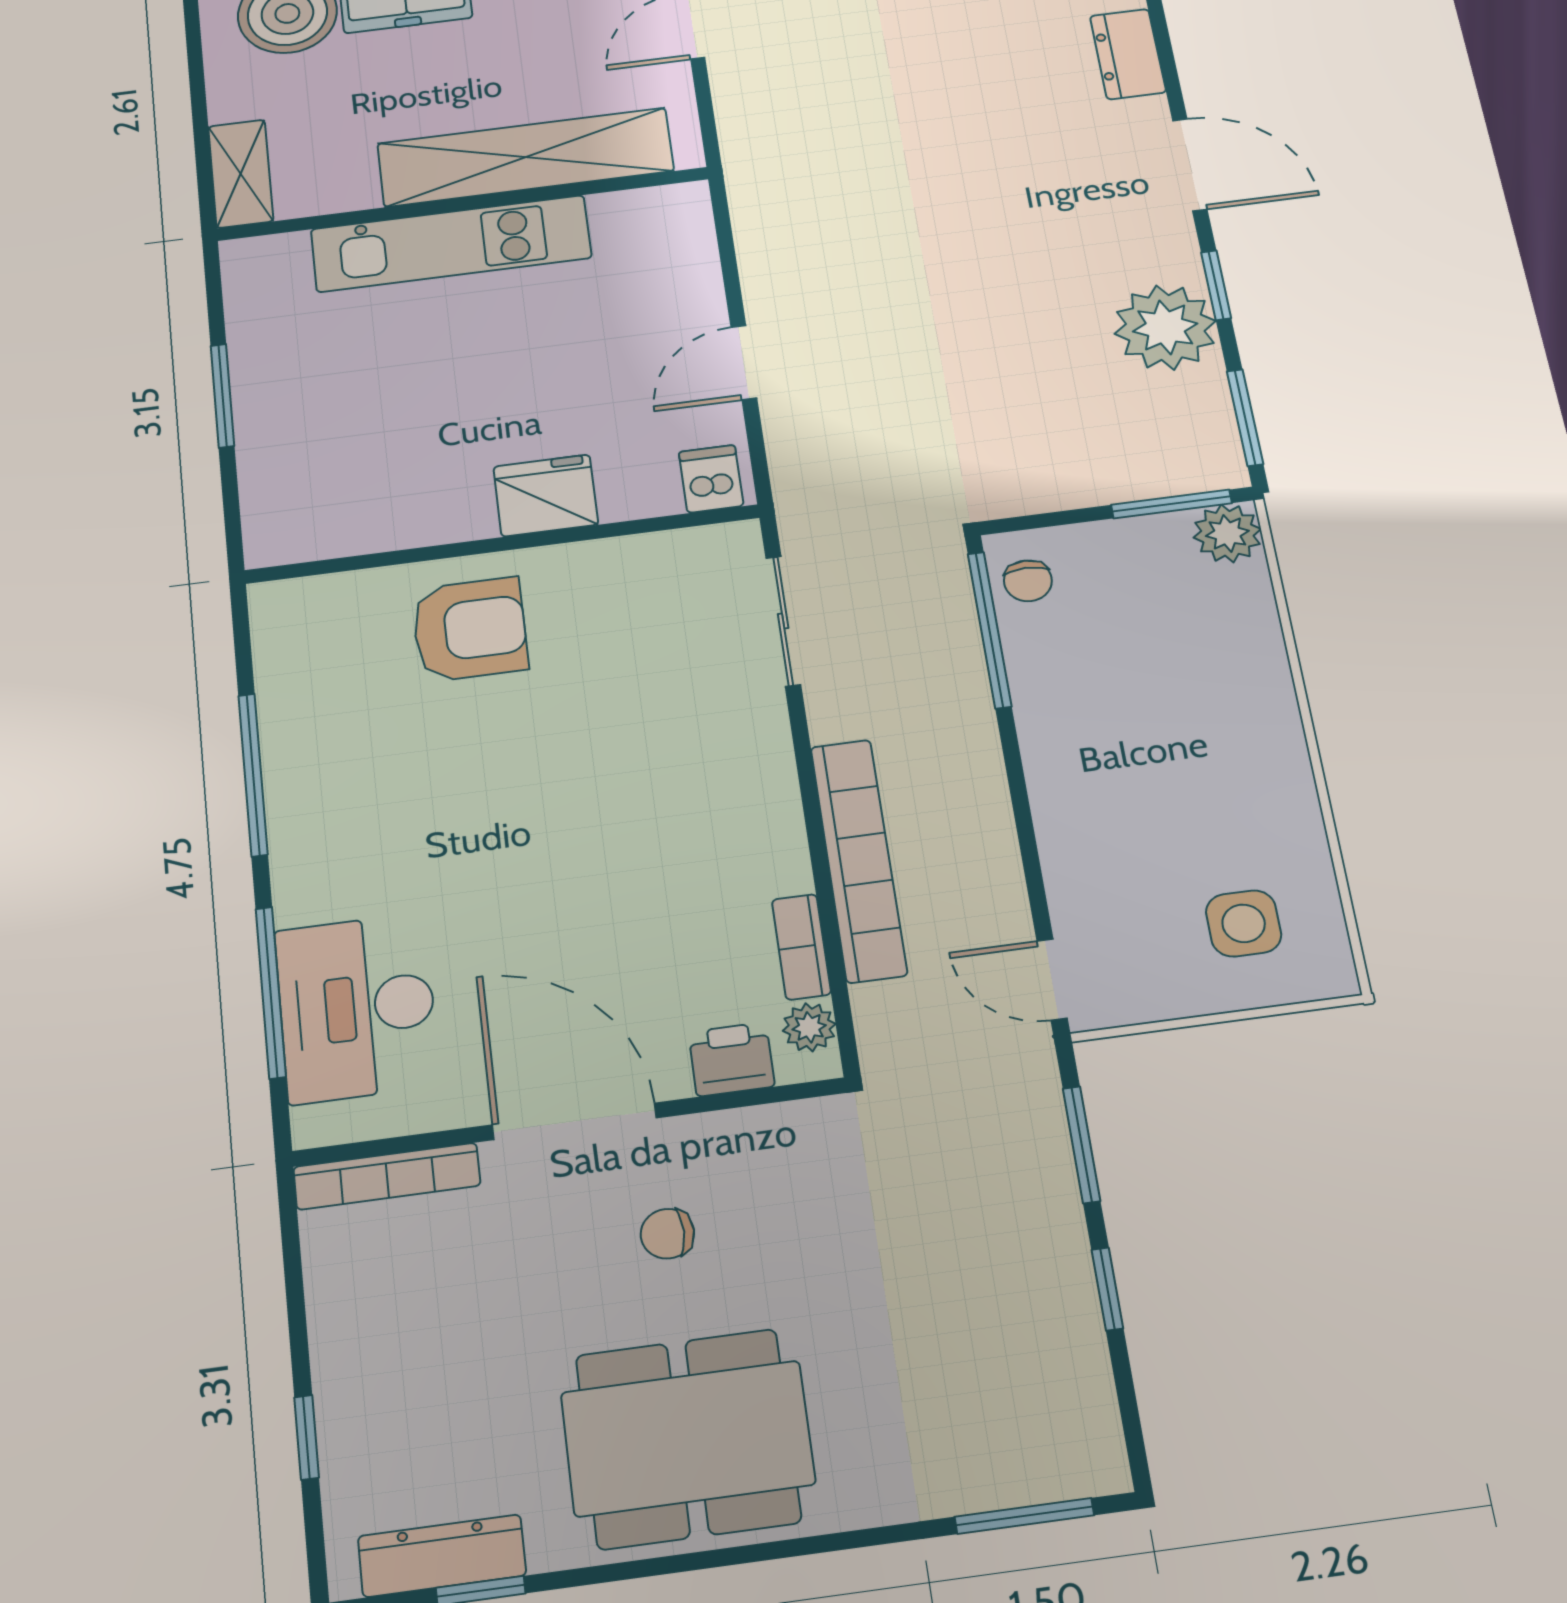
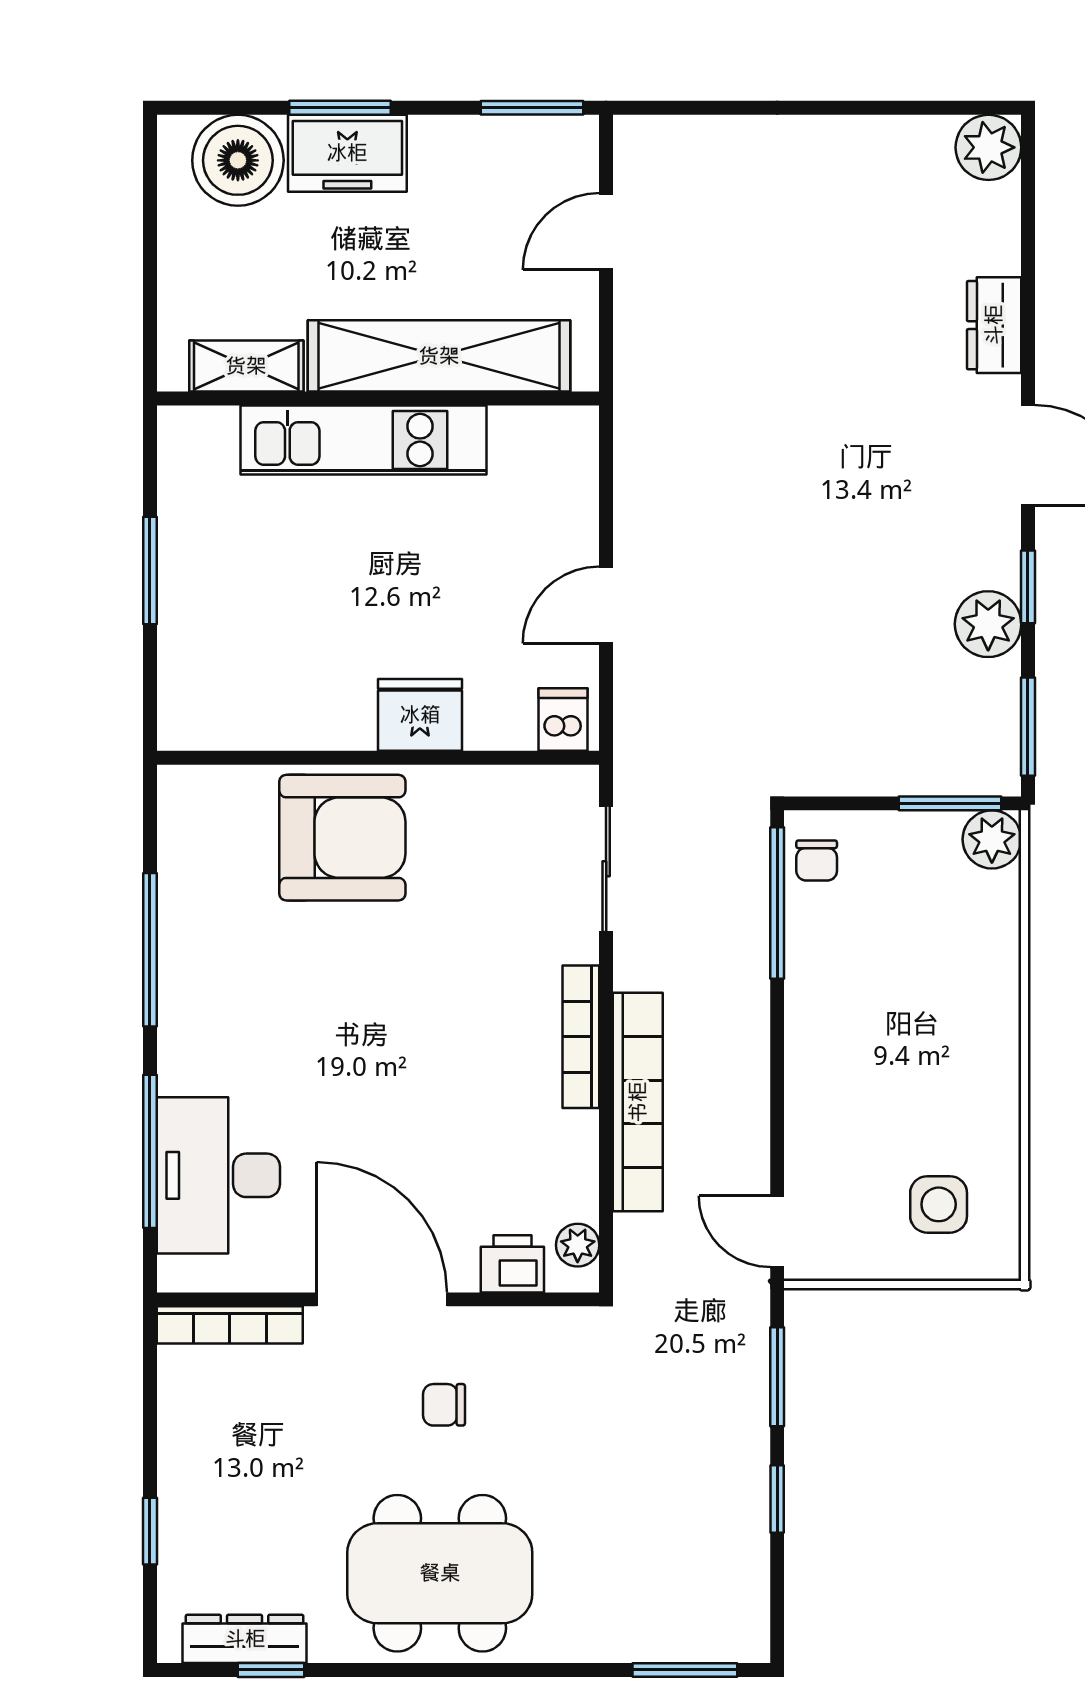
shelving: (241, 174) -> (246, 366), moved, turned 90
plant: (1165, 327) -> (988, 624), width x0.73, depth x0.73
armchair: (470, 629) -> (342, 838), width x1.36, depth x1.36
bookcase: (801, 947) -> (581, 1037), moved, width x1.56

